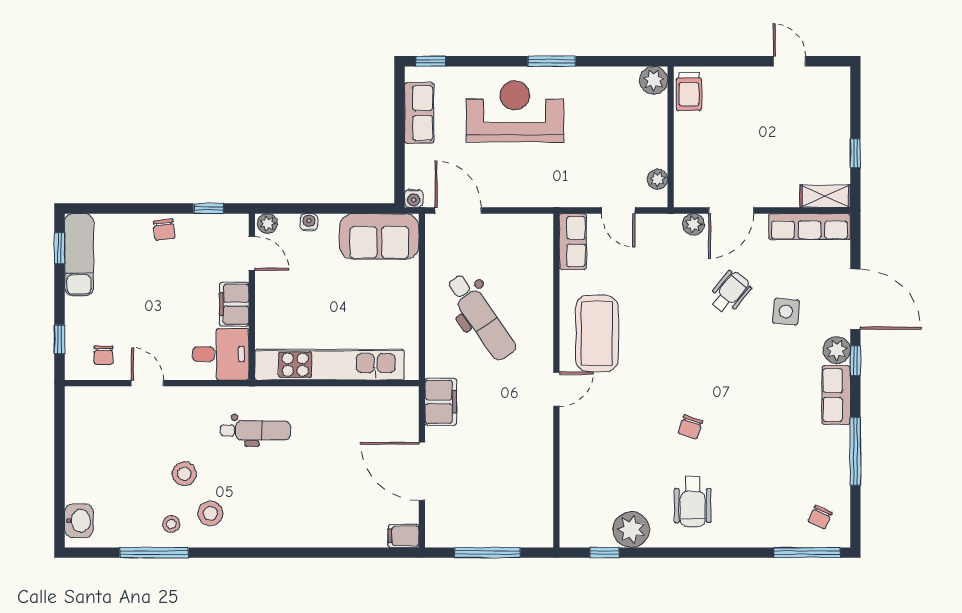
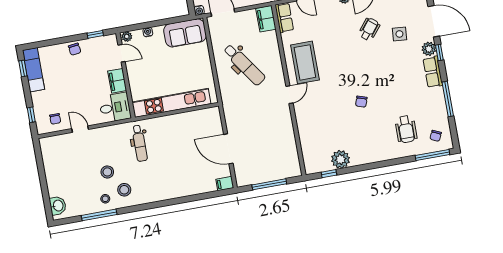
filing cabinet: (441, 402) -> (266, 19), moved, turned 180
dental chair: (255, 430) -> (140, 143), turned 90
wheelchair: (693, 501) -> (406, 129), moved

